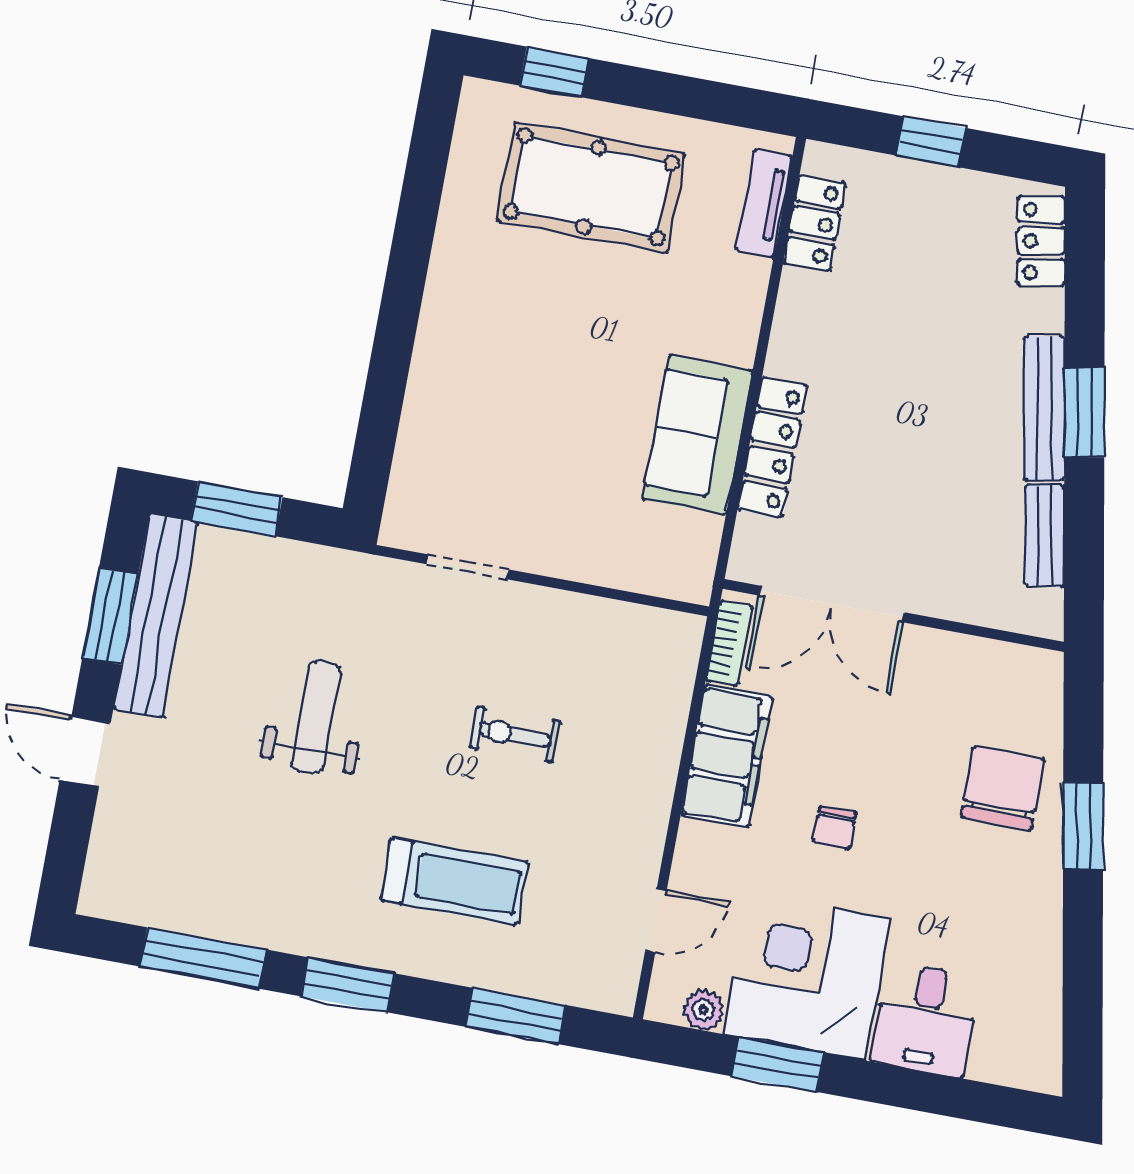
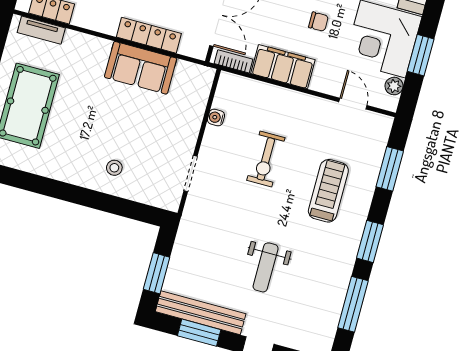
stool: (467, 394) -> (114, 168), added
water cooler: (599, 614) -> (216, 118), added
weight bench: (316, 717) -> (266, 267), moved, turned -90
exercise bike: (515, 734) -> (266, 159), width x1.38, depth x1.39

